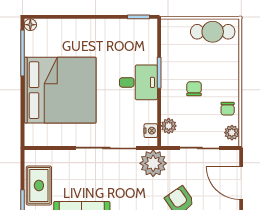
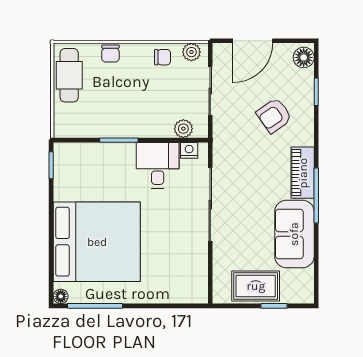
desk: (138, 82) -> (158, 165), moved
chair: (194, 89) -> (110, 54), moved, turned -90
bed: (60, 90) -> (97, 242), moved, turned 90
plant: (153, 163) -> (229, 147), removed

